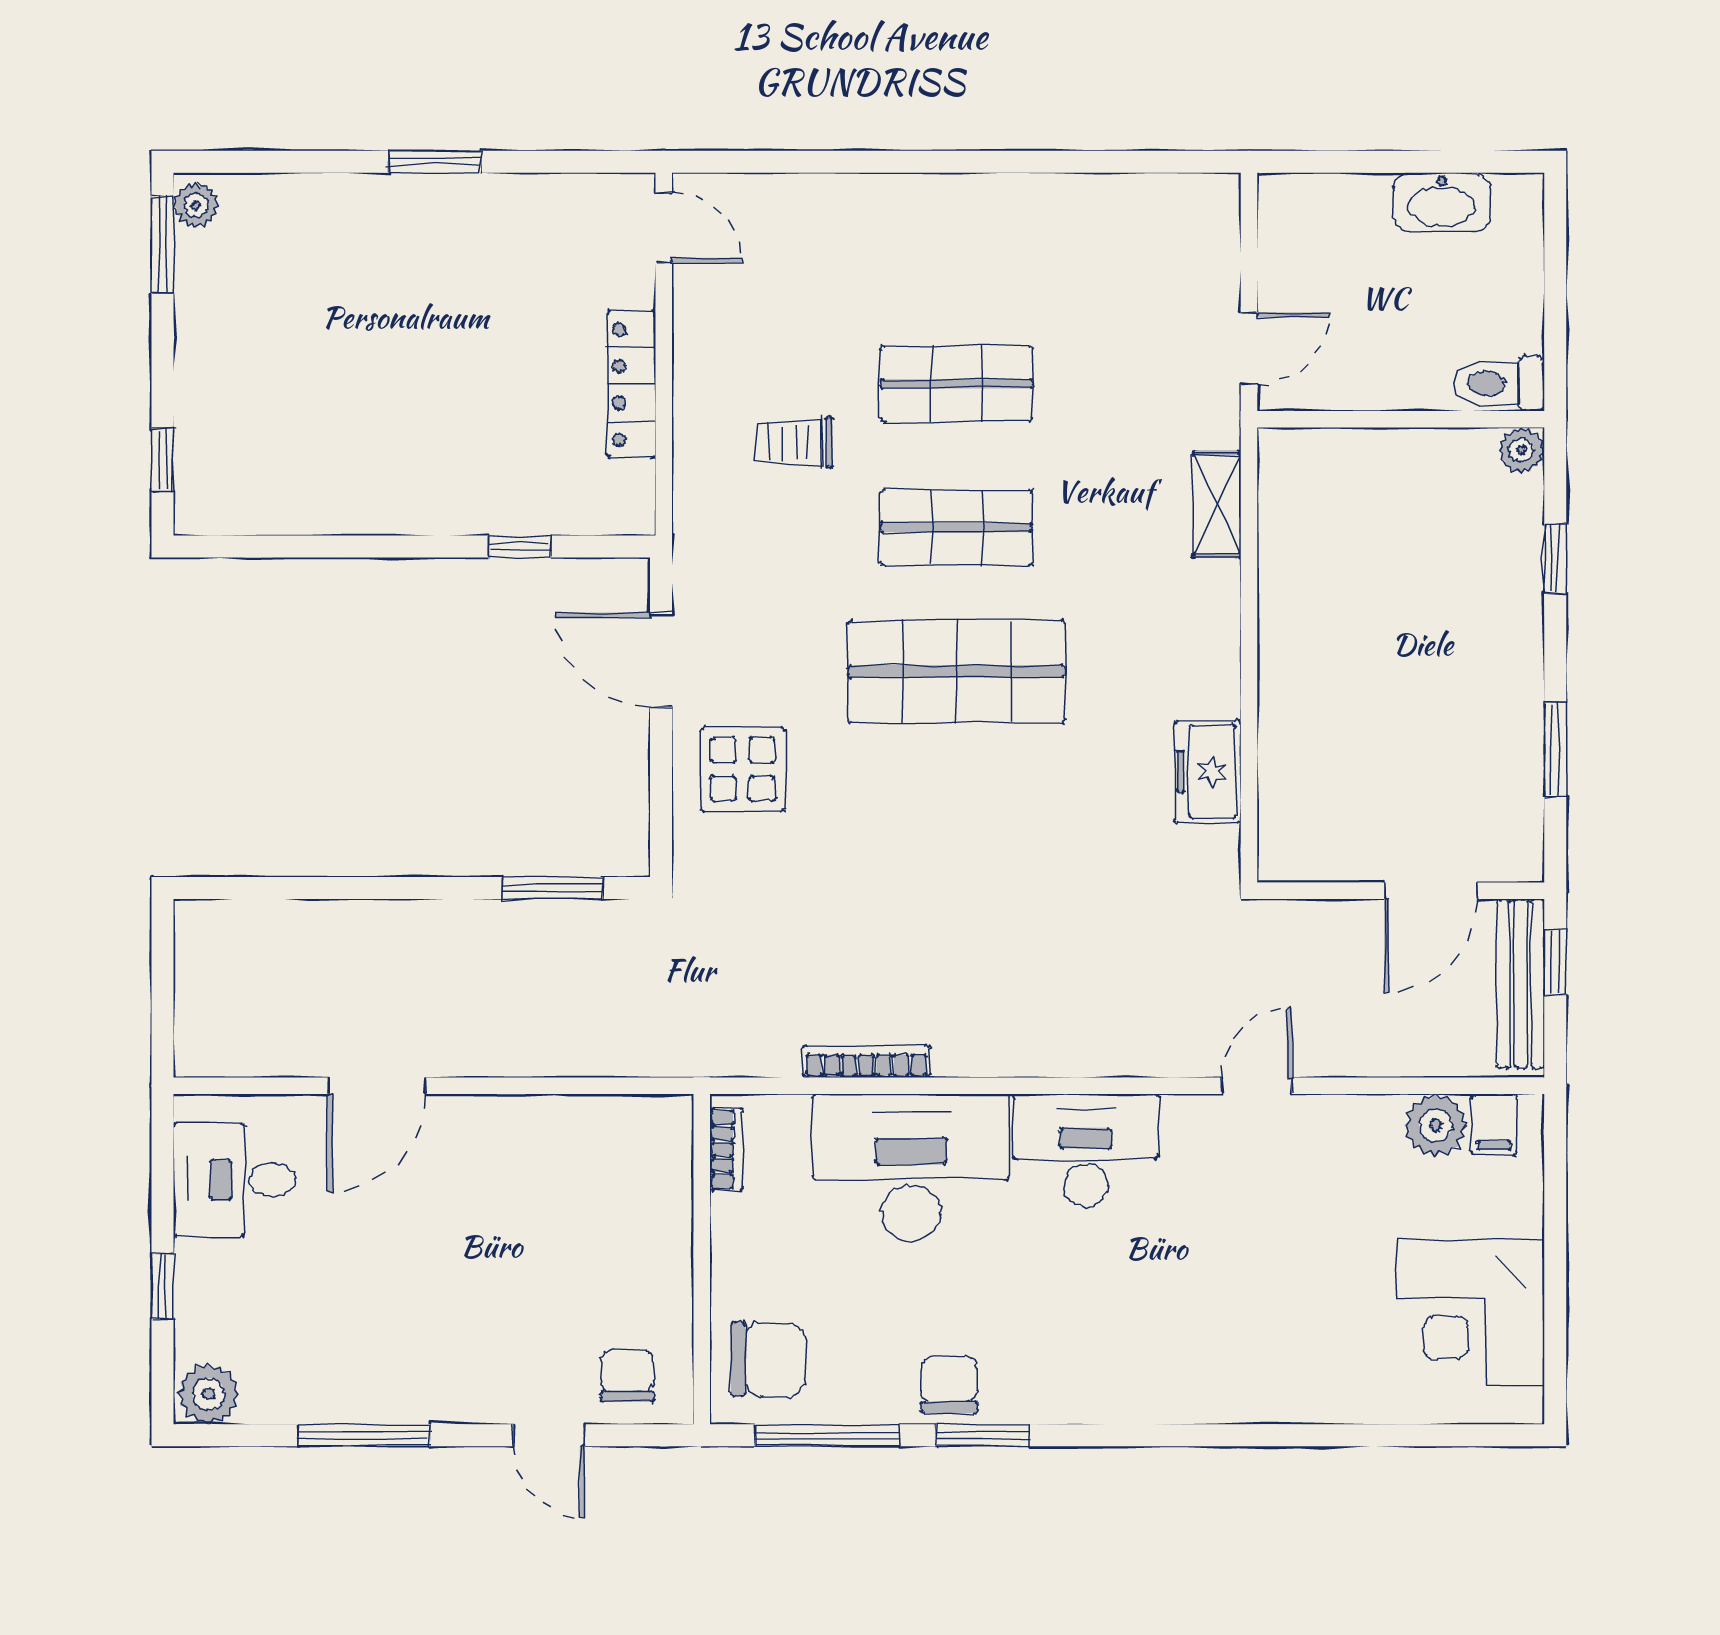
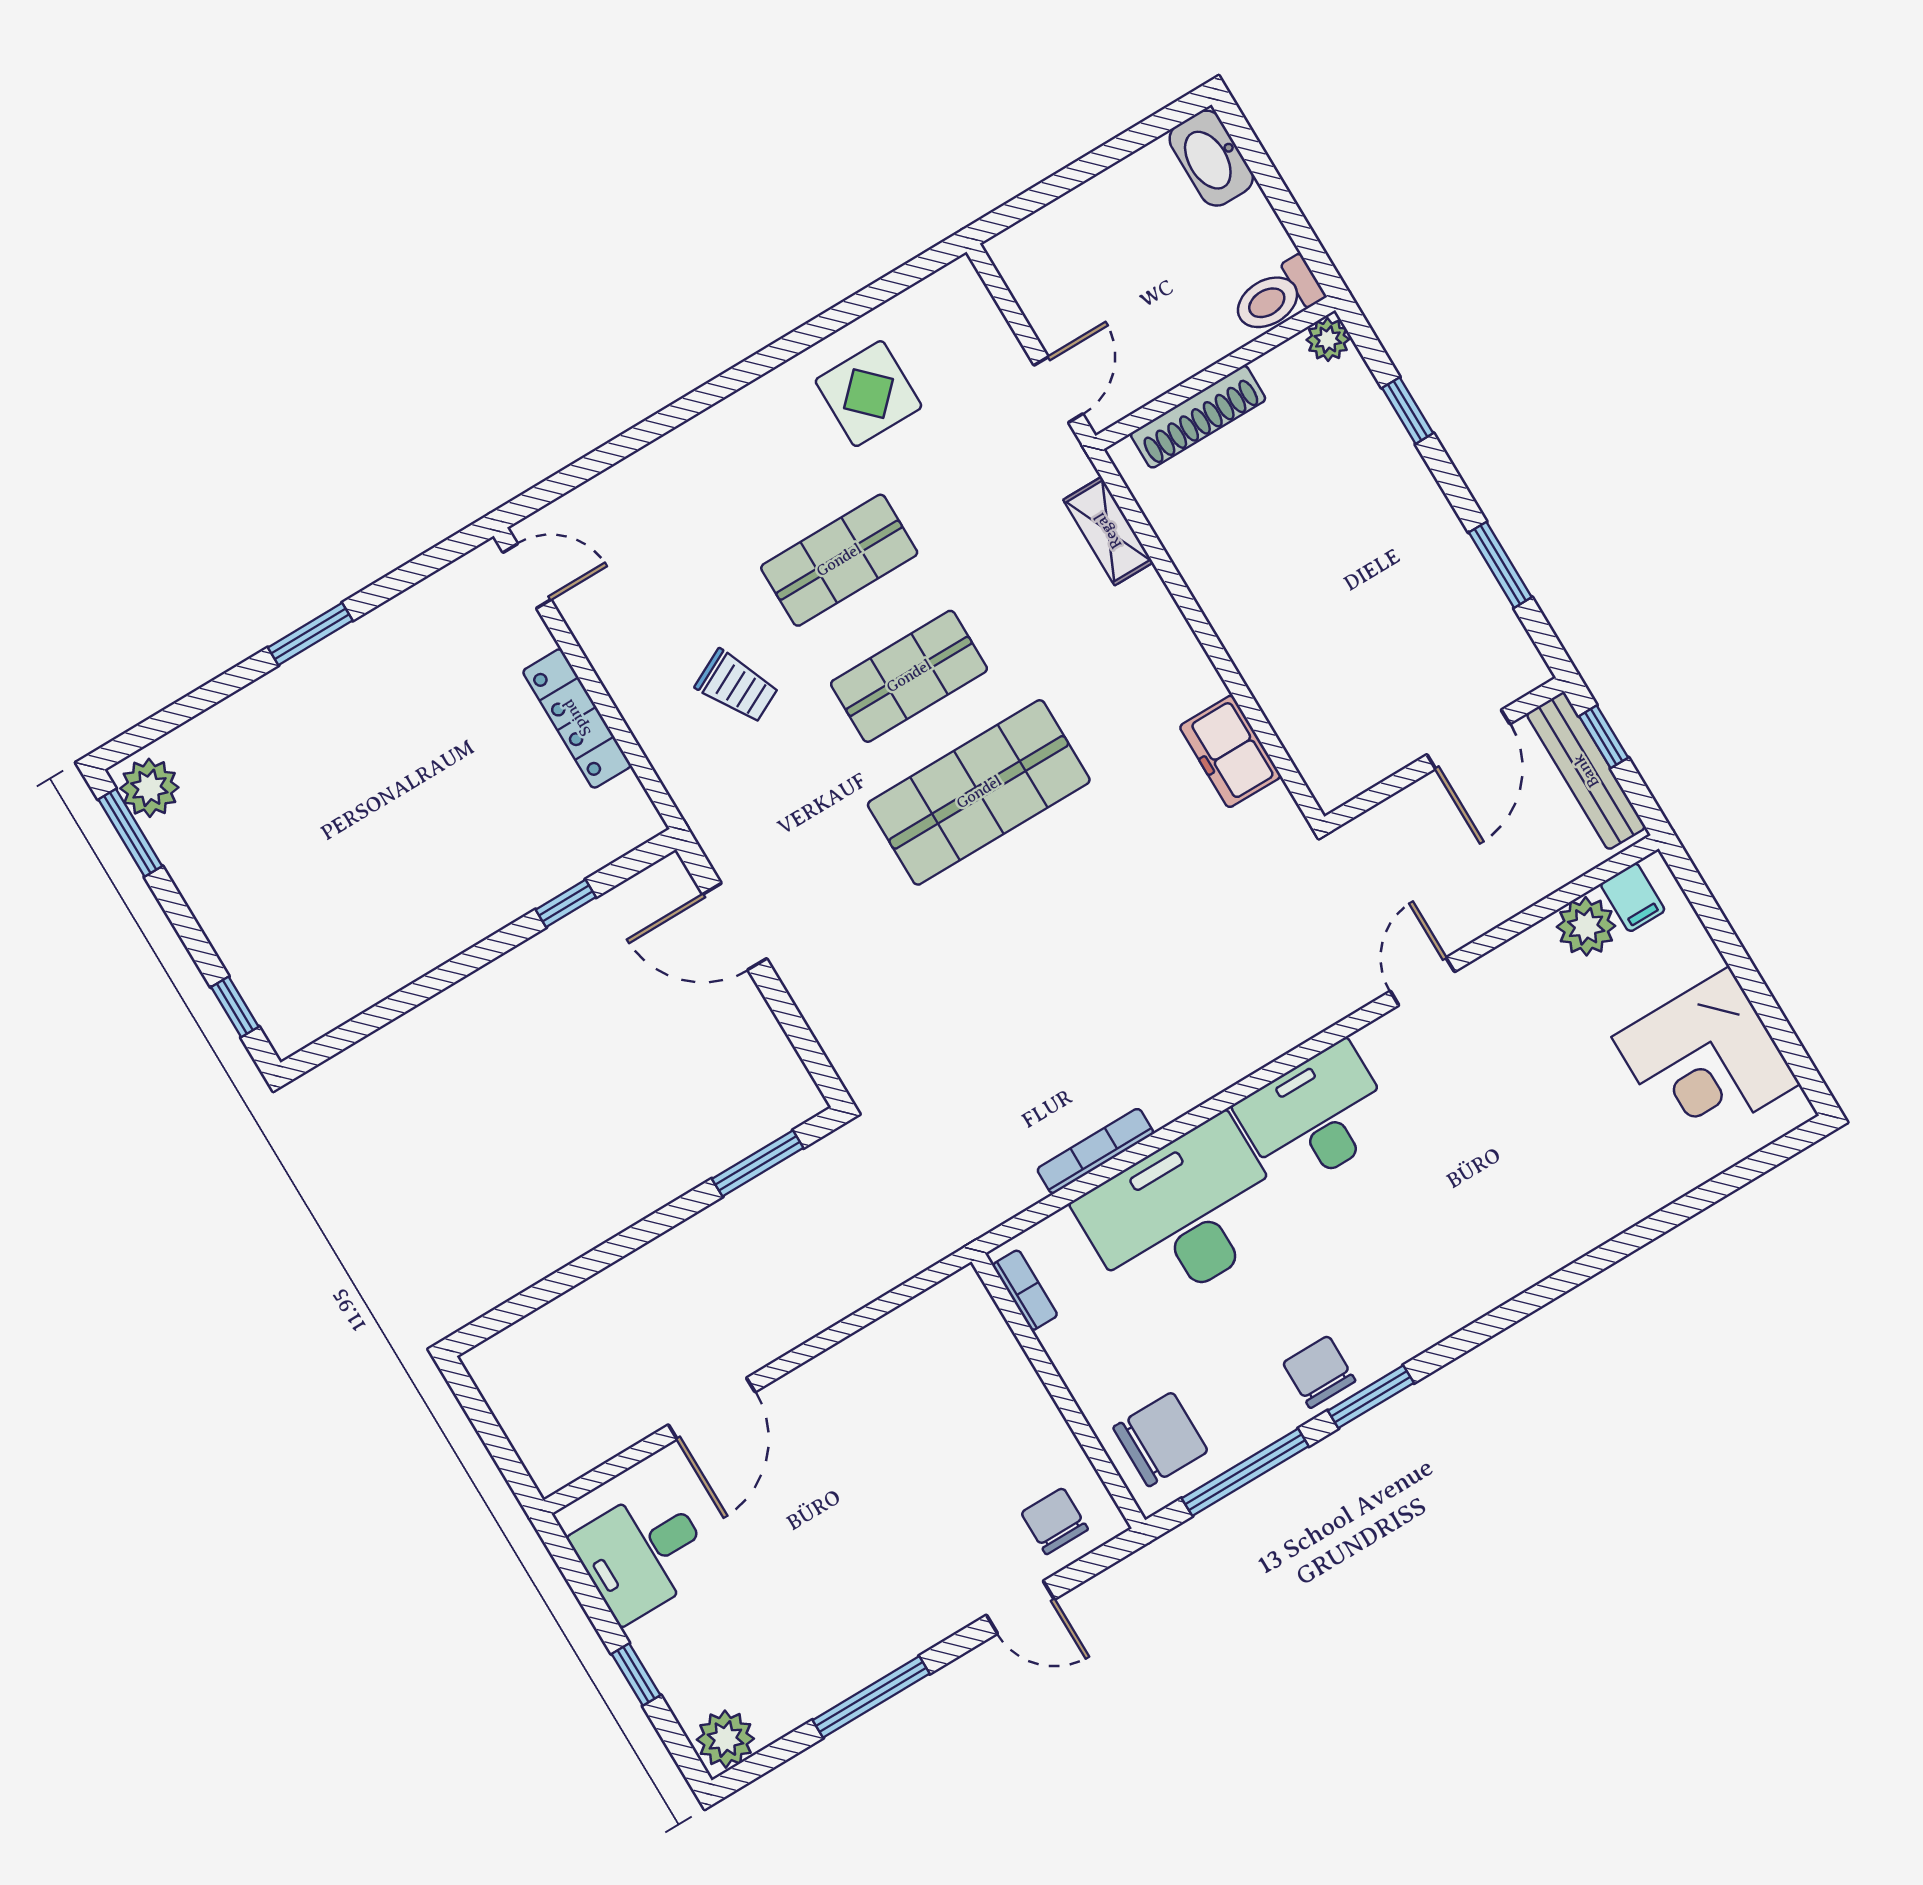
washbasin: (1442, 202) -> (1211, 158), moved, turned 90
plant: (196, 205) -> (149, 788), width x1.38, depth x1.38
trolley: (794, 443) -> (737, 686), turned -117
shoe rack: (1361, 450) -> (1198, 417), added
display table: (743, 769) -> (868, 394), moved

